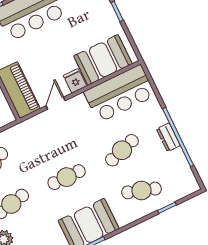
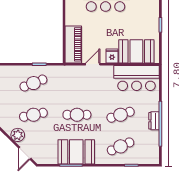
cafe table: (141, 190) -> (121, 146), turned -42

